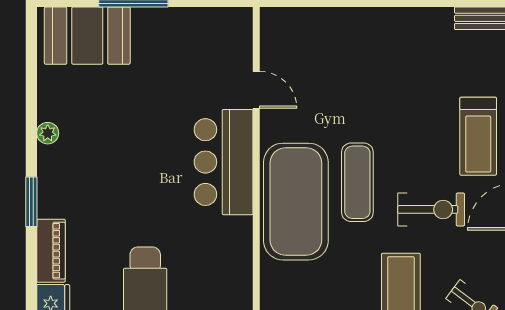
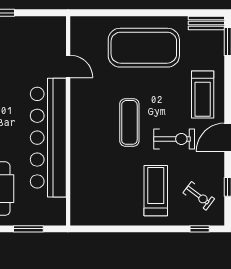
bar counter: (224, 162) -> (48, 138), width x1.86
exercise mat: (296, 202) -> (144, 48), moved, turned 90

